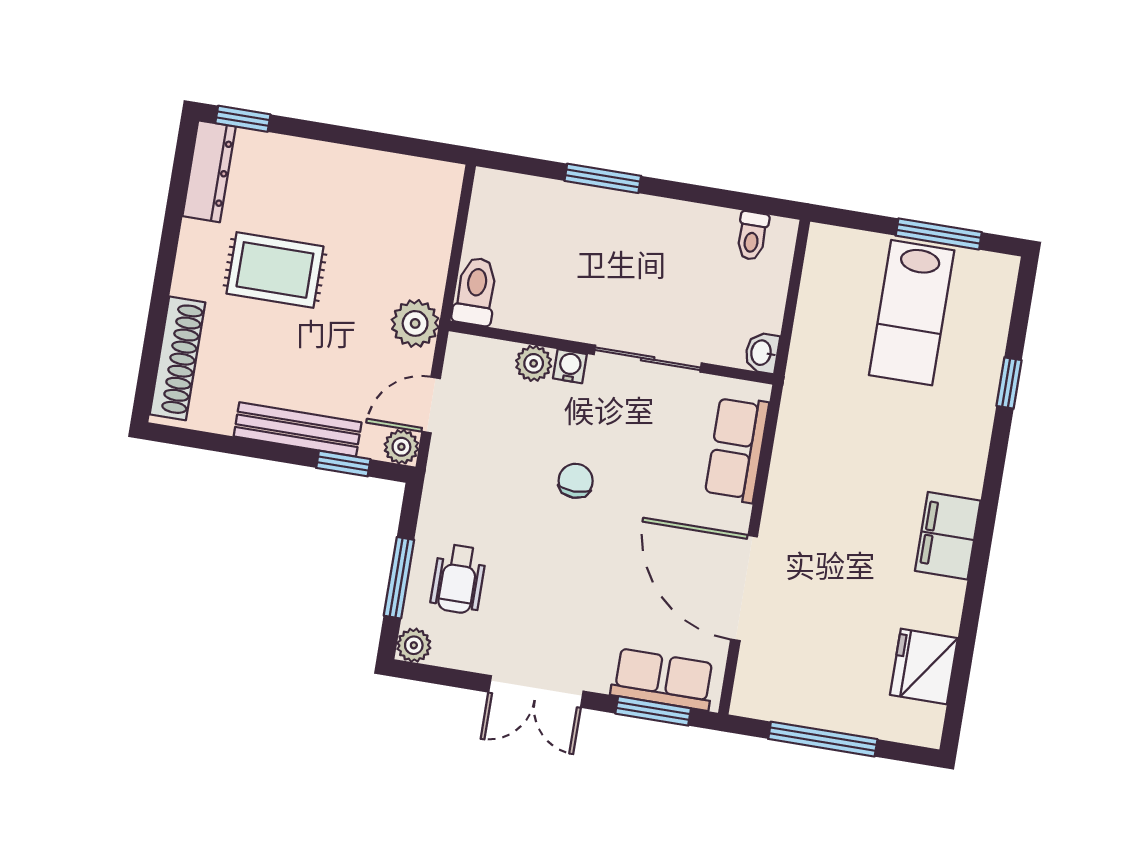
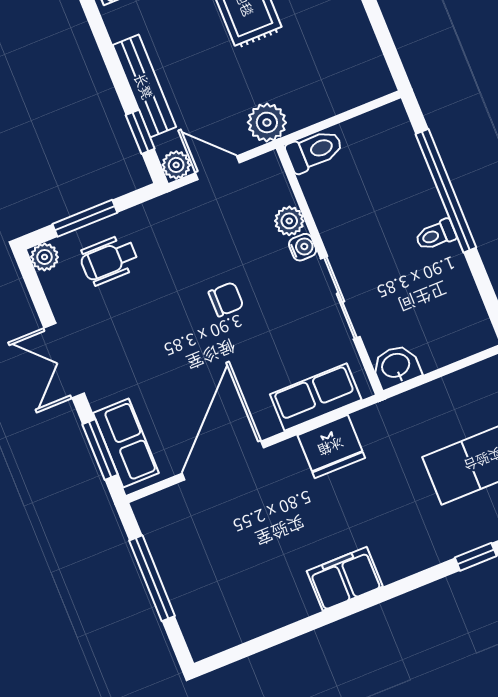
window: (603, 178) -> (446, 191), width x2.11
toilet: (752, 236) -> (436, 235), moved
washbasin: (762, 353) -> (396, 366), width x1.38, depth x1.45
fridge: (924, 666) -> (331, 447), moved, turned 180

